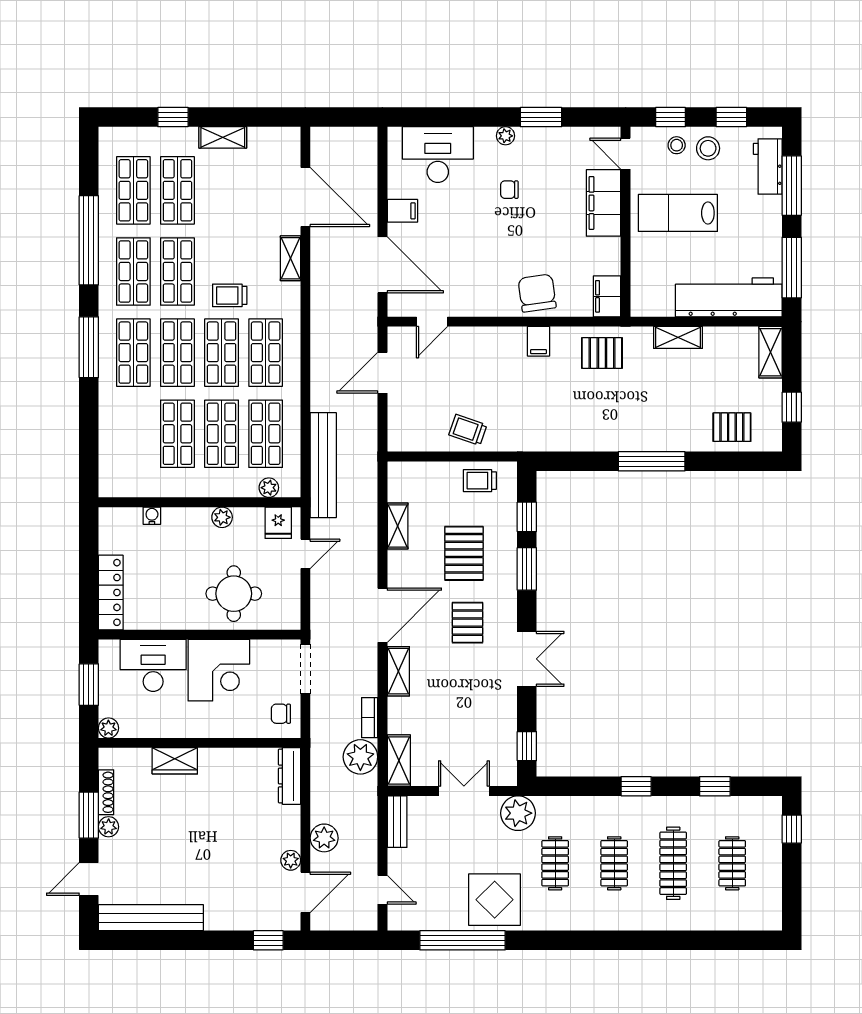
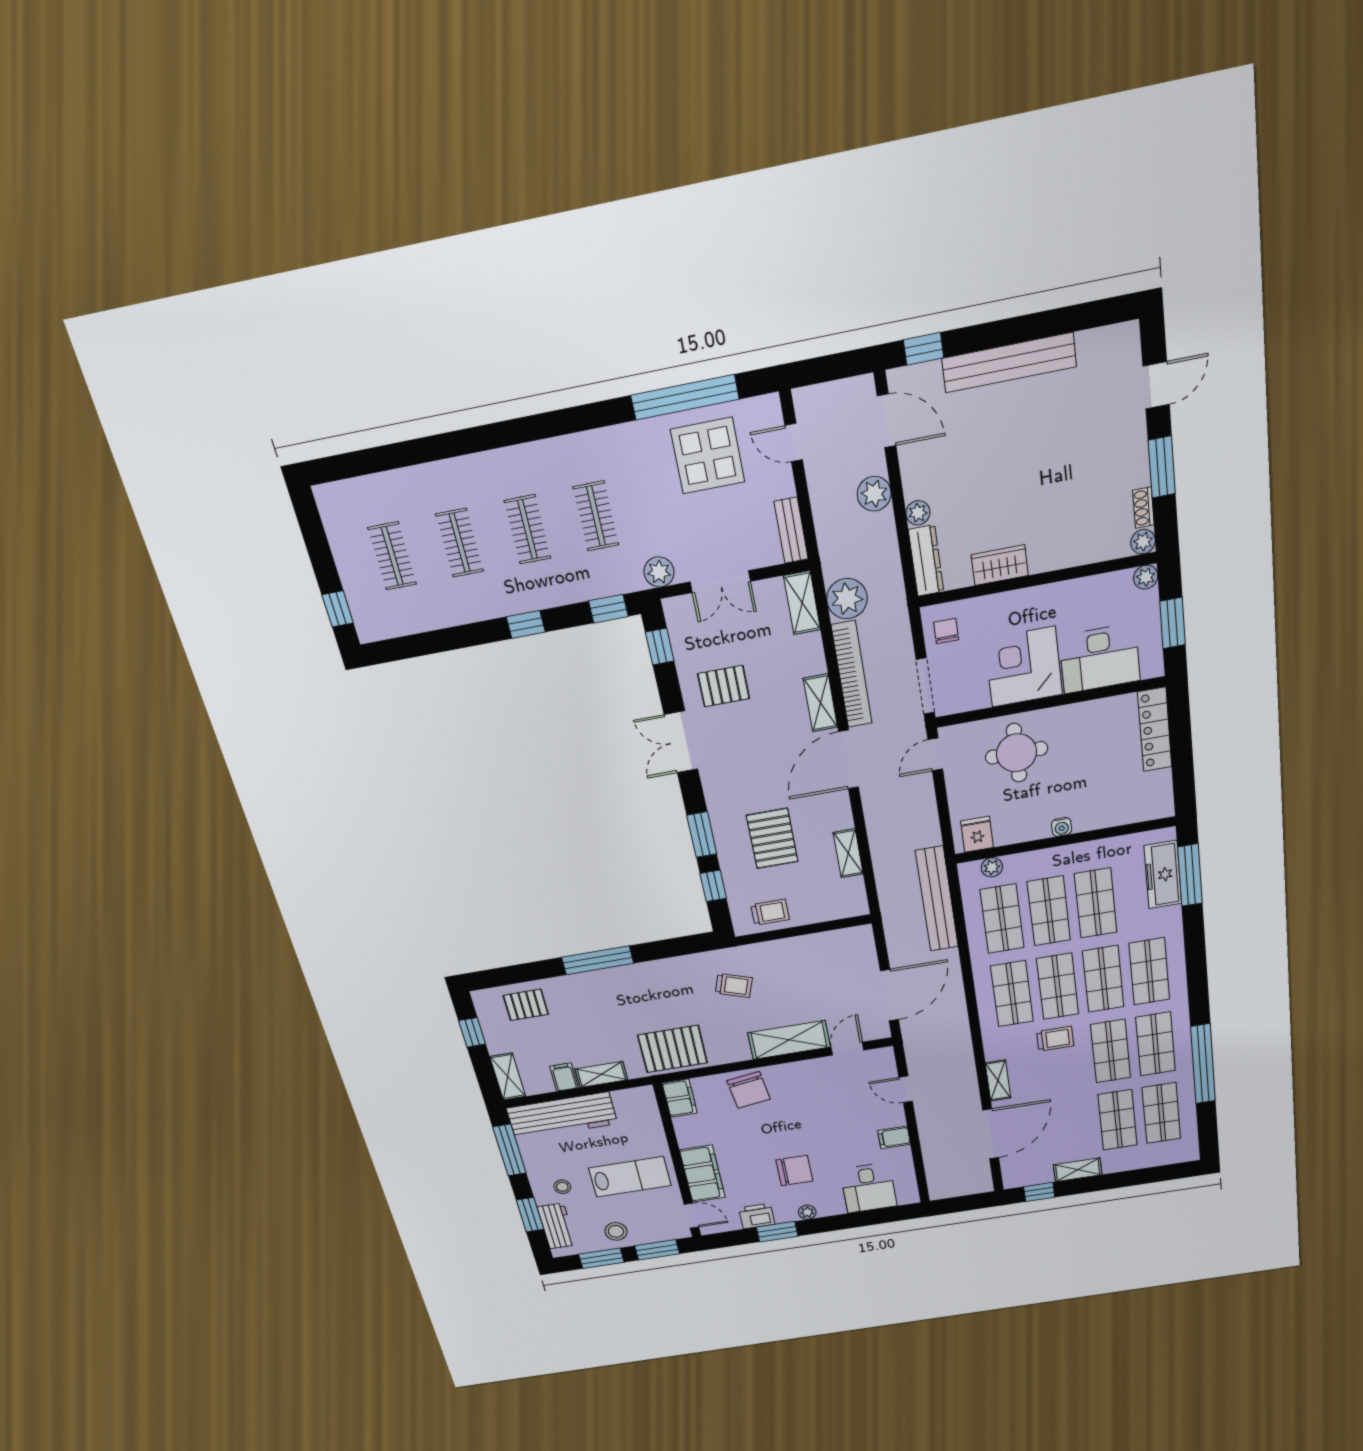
window: (173, 117) -> (1039, 1192), moved
window: (671, 117) -> (657, 1250), width x1.50
window: (731, 117) -> (601, 1258), width x1.50
printer: (558, 141) -> (757, 1216), added
stool: (677, 145) -> (562, 1187), moved
desk: (438, 155) -> (868, 1188), width x0.73
window: (792, 186) -> (530, 1215), width x0.69
chair: (509, 190) -> (794, 1171), width x1.87, depth x1.87
door: (305, 197) -> (991, 1134), swing flipped
door: (382, 265) -> (906, 1089), width x0.53
filing cabinet: (539, 341) -> (564, 1077), moved
shelving: (487, 342) -> (789, 1040), added
window: (89, 347) -> (1190, 875), moved
pallet: (602, 353) -> (673, 1049), width x1.50, depth x1.42
door: (382, 373) -> (889, 995), width x1.36
trolley: (468, 430) -> (734, 985), moved
freezer: (113, 451) -> (1163, 875), added
water cooler: (152, 516) -> (1062, 827), moved
plant: (222, 517) -> (1039, 829), removed
door: (305, 554) -> (935, 754), moved
pallet: (467, 623) -> (724, 686), moved, turned 90
chair: (281, 714) -> (946, 631), turned -90
bookcase: (370, 718) -> (852, 674), width x2.31, depth x1.31
wardrobe: (175, 761) -> (1000, 565), moved
window: (715, 786) -> (608, 609), moved
shoe rack: (106, 792) -> (1143, 508), width x0.70
plant: (518, 813) -> (659, 572), width x0.73, depth x0.73
plant: (109, 827) -> (1143, 542), moved
plant: (291, 860) -> (918, 513), moved
clothes rail: (673, 863) -> (460, 543), width x0.73
door: (305, 892) -> (887, 421), swing flipped
display table: (495, 900) -> (708, 456), moved
bench: (151, 918) -> (1009, 363), moved

